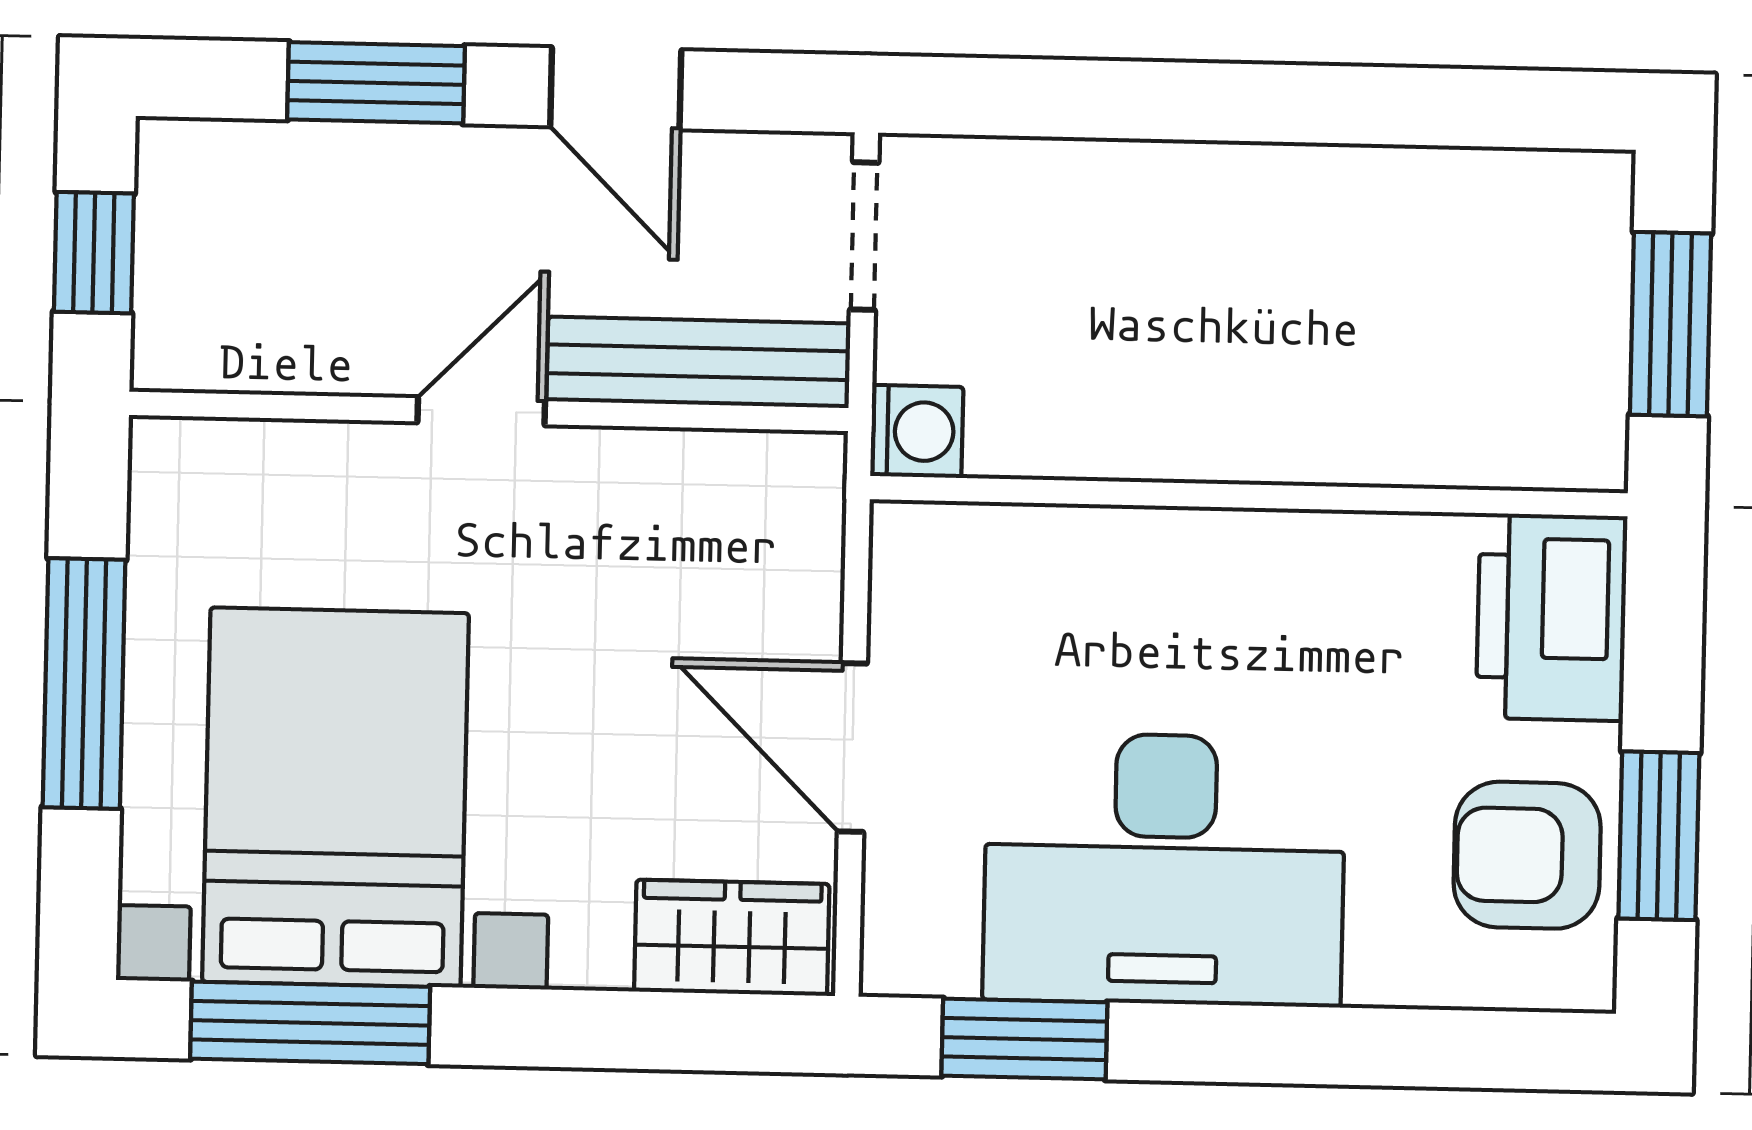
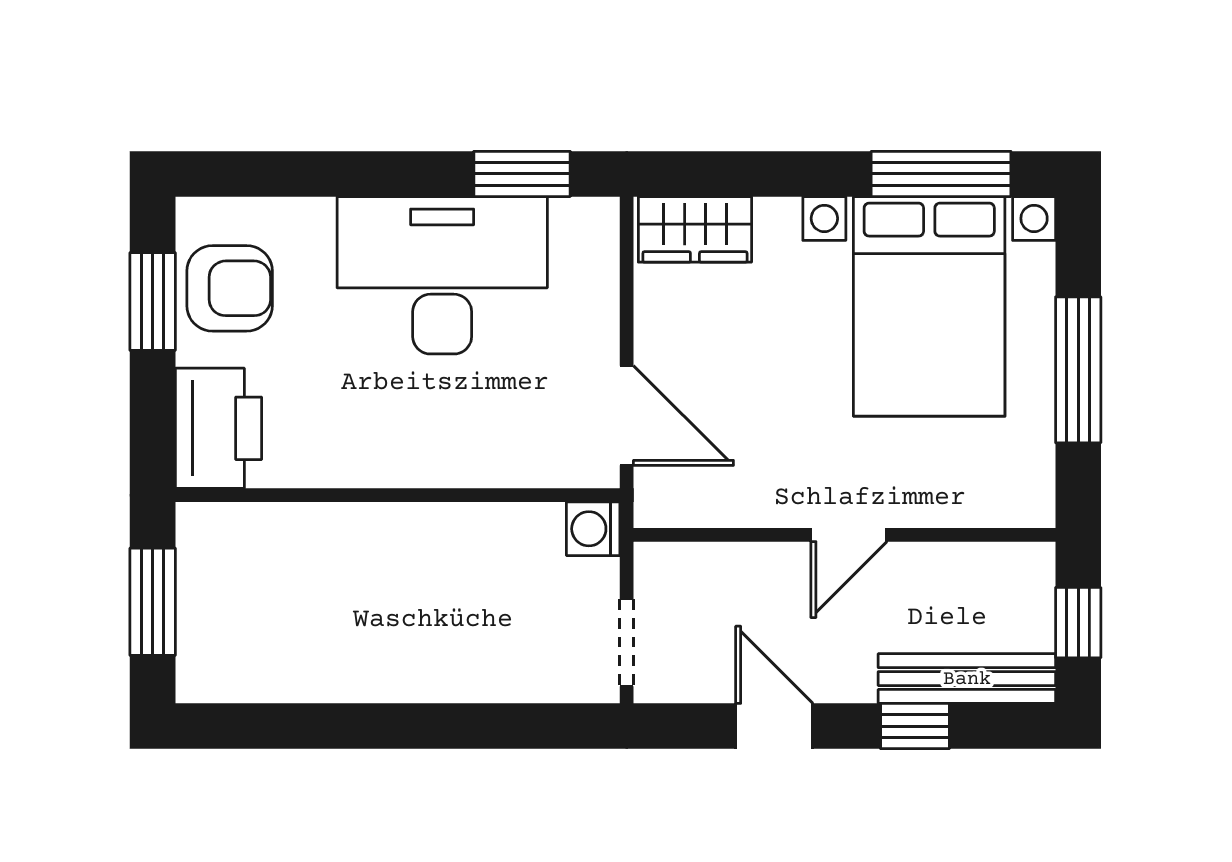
window: (376, 83) -> (915, 726), width x0.67
bench: (698, 362) -> (967, 679), moved
door: (852, 748) -> (627, 415), moved

